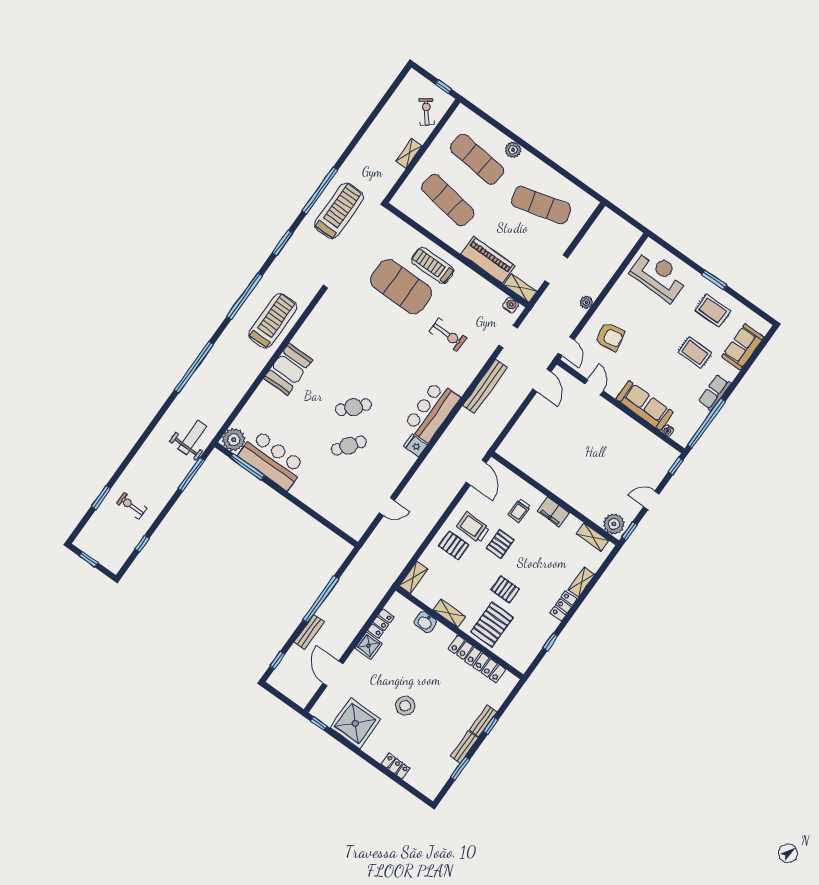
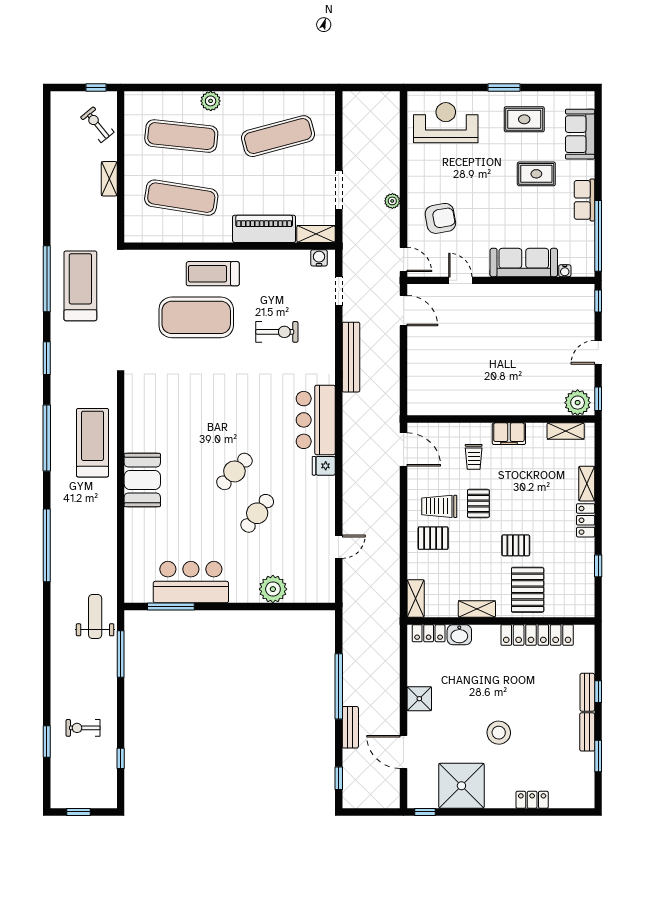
plant: (234, 440) -> (273, 589), moved
locker: (381, 623) -> (429, 633), moved, turned 90

